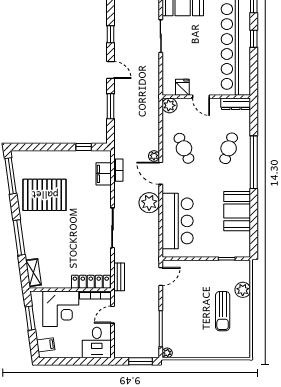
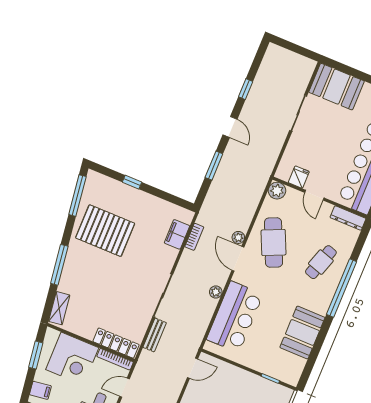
window: (84, 147) -> (132, 182), moved
cafe table: (184, 148) -> (274, 242), width x1.37, depth x1.35
plant: (149, 203) -> (216, 292), width x0.53, depth x0.53
bench: (119, 277) -> (155, 335), moved

